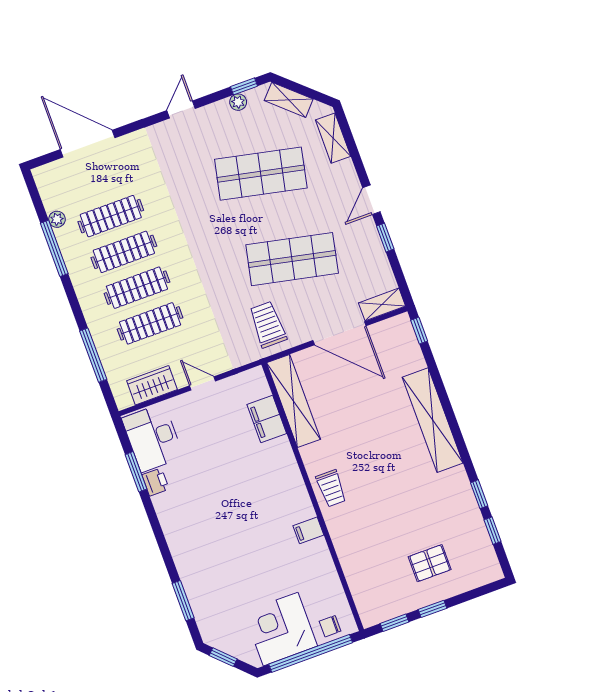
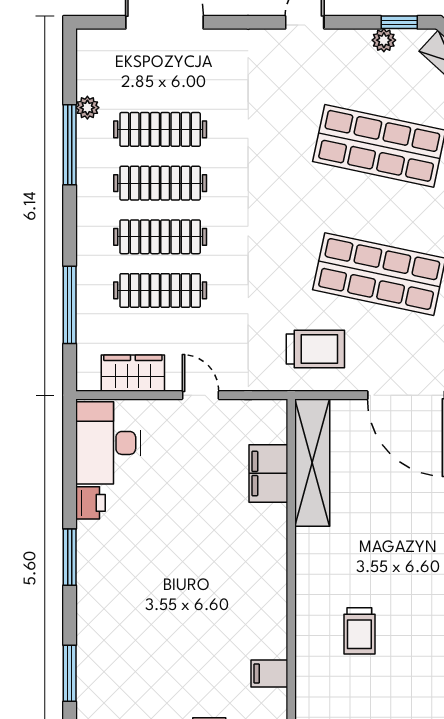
trolley: (268, 325) -> (315, 349), turned 90
window: (136, 472) -> (70, 557), moved
trolley: (331, 488) -> (359, 631), moved
filing cabinet: (308, 530) -> (269, 673), moved

